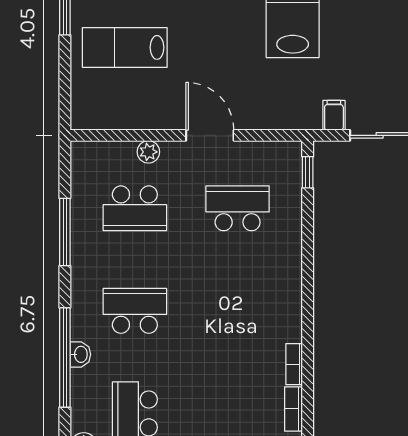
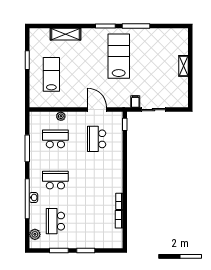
lab bench: (125, 47) -> (51, 74), turned 90
door: (210, 135) -> (97, 110), moved
school desk: (135, 208) -> (55, 139), turned 180
school desk: (238, 208) -> (97, 139), turned -90

